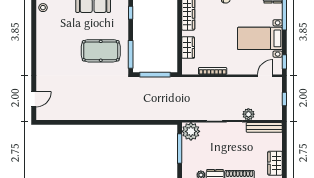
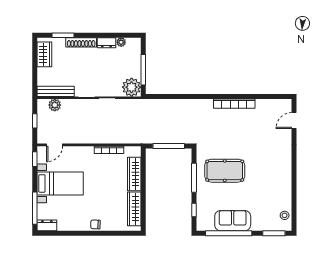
wardrobe: (188, 48) -> (134, 174), width x1.50
window: (131, 54) -> (194, 178), moved
plant: (248, 114) -> (55, 105), moved
bookcase: (91, 116) -> (234, 104), added

